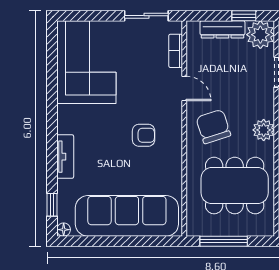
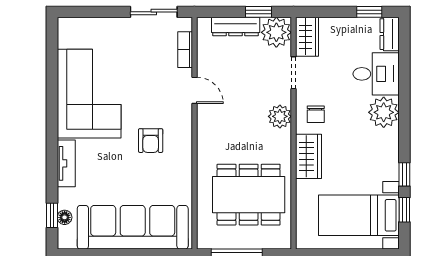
corner sofa: (86, 62) -> (89, 94), moved
chair: (213, 127) -> (226, 131), removed
plant: (264, 130) -> (280, 116), moved
armchair: (144, 135) -> (151, 141), turned 90
floor lamp: (64, 230) -> (65, 217), moved

